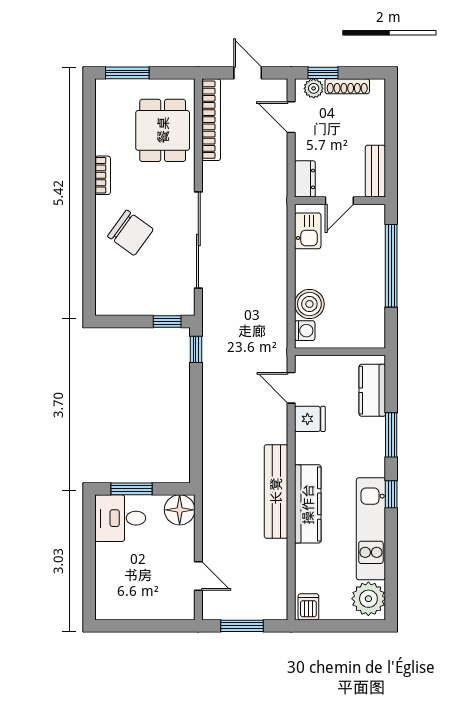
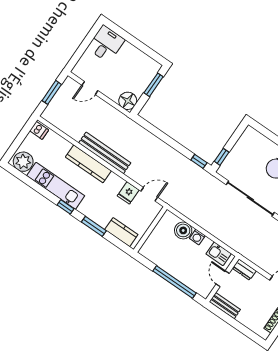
washing machine: (305, 331) -> (197, 237), moved
desk: (120, 518) -> (106, 44), moved

